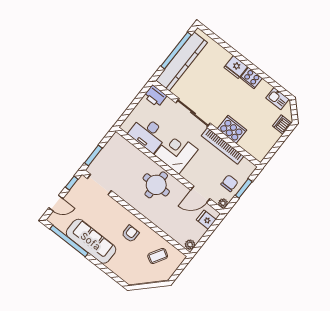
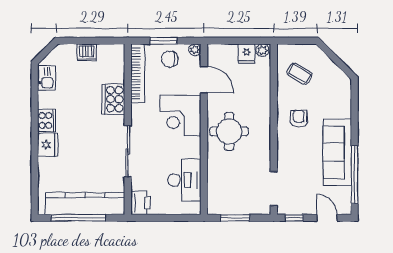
dishwasher: (282, 125) -> (87, 52), moved
bookcase: (223, 146) -> (138, 73), moved
corner desk: (176, 152) -> (180, 115), moved
window: (93, 156) -> (235, 218), moved
fridge: (206, 220) -> (247, 54), moved
armchair: (130, 234) -> (299, 119), turned 90

